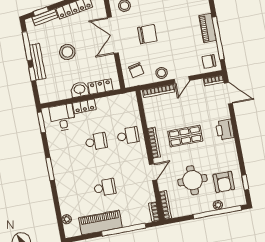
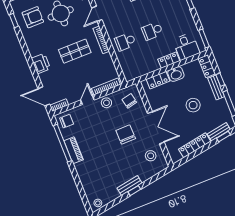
chair: (147, 34) -> (126, 134), turned 89
bench: (38, 62) -> (216, 87), width x0.73
locker: (44, 92) -> (207, 66), added
armchair: (224, 182) -> (33, 17), turned 90

